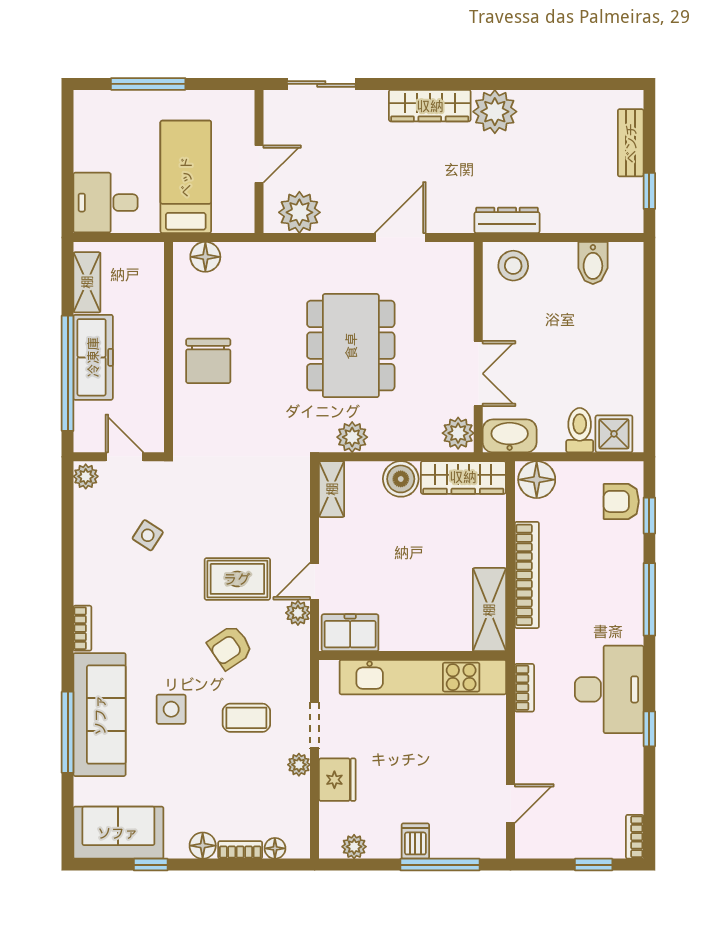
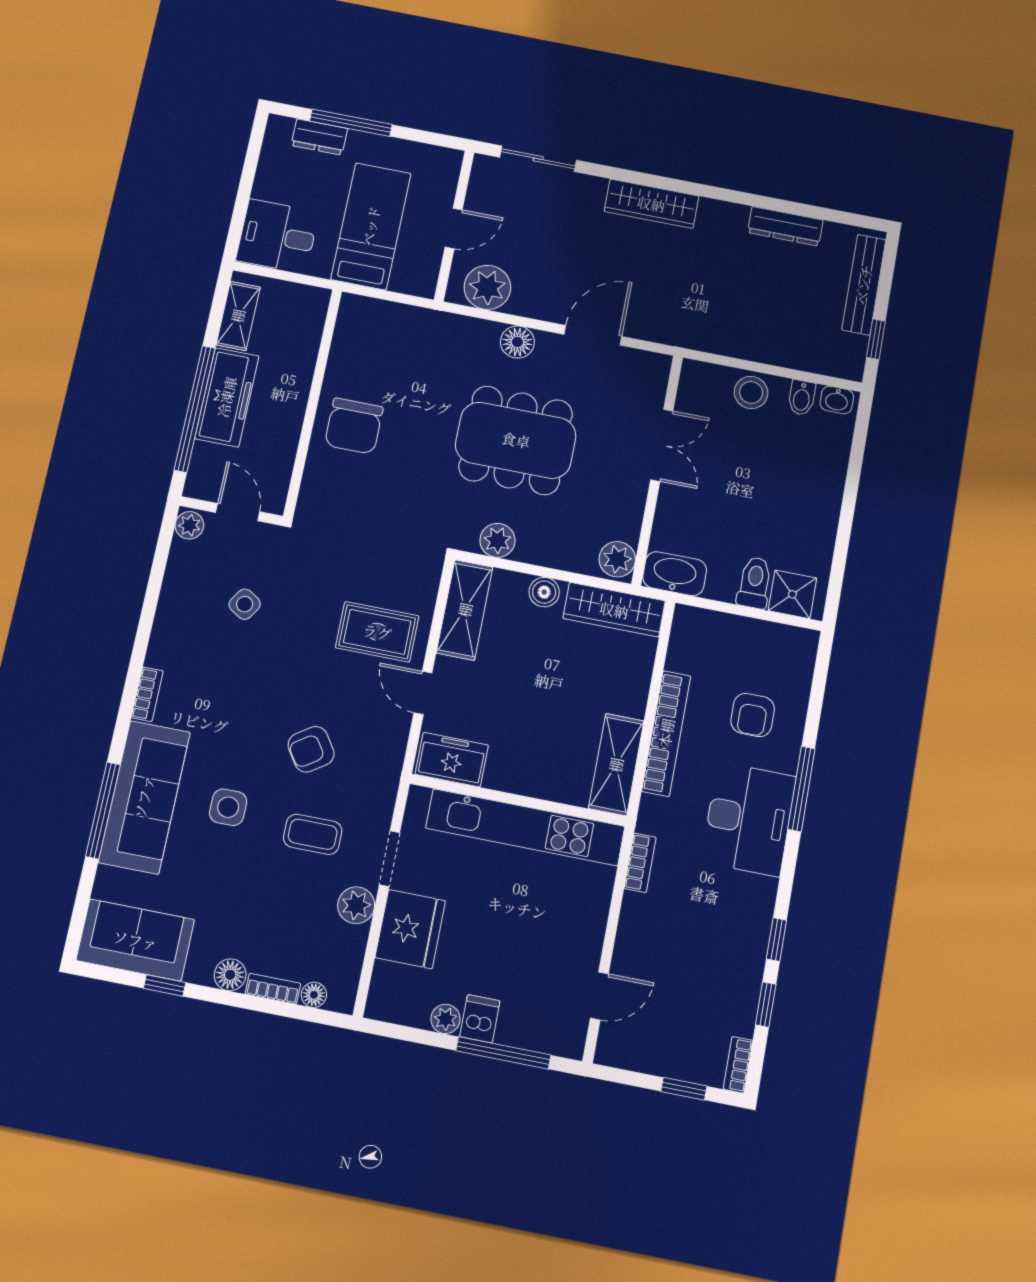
dresser: (123, 103) -> (319, 137), added
plant: (495, 112) -> (721, 224), removed
bench: (631, 143) -> (864, 285), width x1.36
dresser: (507, 220) -> (785, 226), moved, turned 180
washbasin: (624, 253) -> (837, 400), added
floor lamp: (205, 257) -> (517, 342), moved
bidet: (593, 263) -> (802, 398), width x0.72, depth x0.74
stool: (513, 266) -> (751, 392), moved
dining table: (351, 346) -> (516, 440), turned 90
double door: (478, 374) -> (662, 445), moved
boiler: (401, 479) -> (544, 592), width x0.73, depth x0.73
floor lamp: (537, 480) -> (696, 628), removed
shelving: (332, 489) -> (465, 610), width x1.50, depth x1.33
armchair: (621, 501) -> (753, 715), moved, turned -90
window: (649, 516) -> (766, 1005), moved
rug: (237, 579) -> (377, 632), moved
door: (315, 581) -> (423, 693), hinge flipped
plant: (298, 613) -> (397, 725), removed
desk: (609, 689) -> (749, 819), moved
plant: (299, 765) -> (356, 905), width x1.38, depth x1.38
fridge: (337, 780) -> (410, 929), width x1.36, depth x1.34
plant: (354, 847) -> (446, 1019), moved

